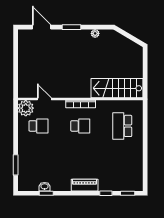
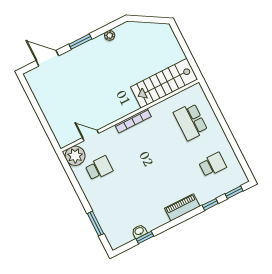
school desk: (80, 126) -> (212, 165), moved

